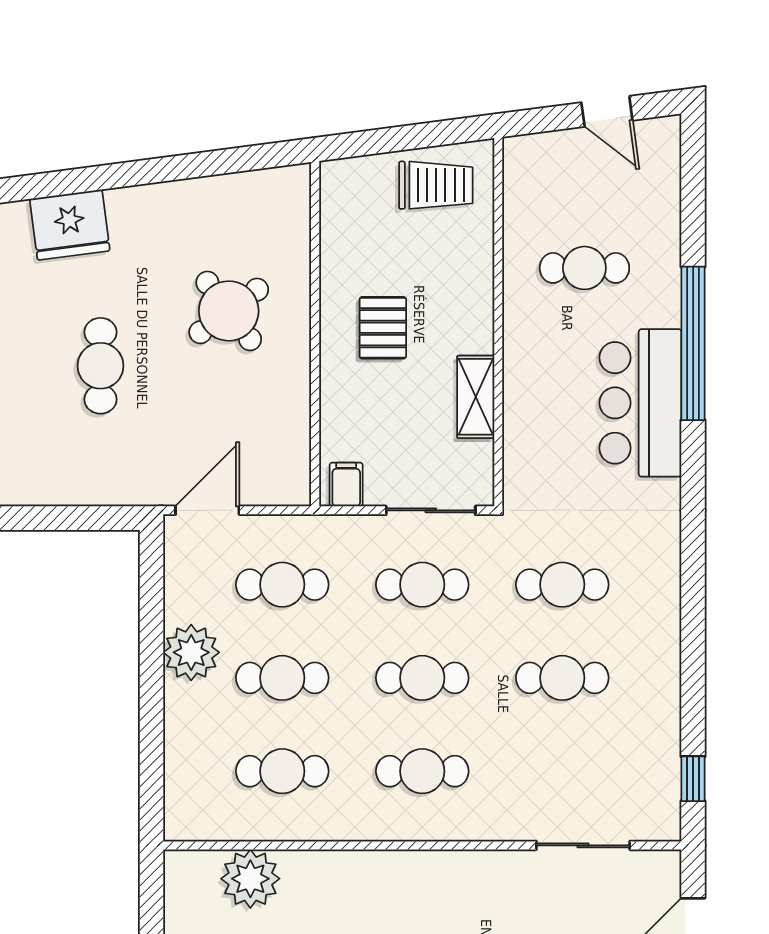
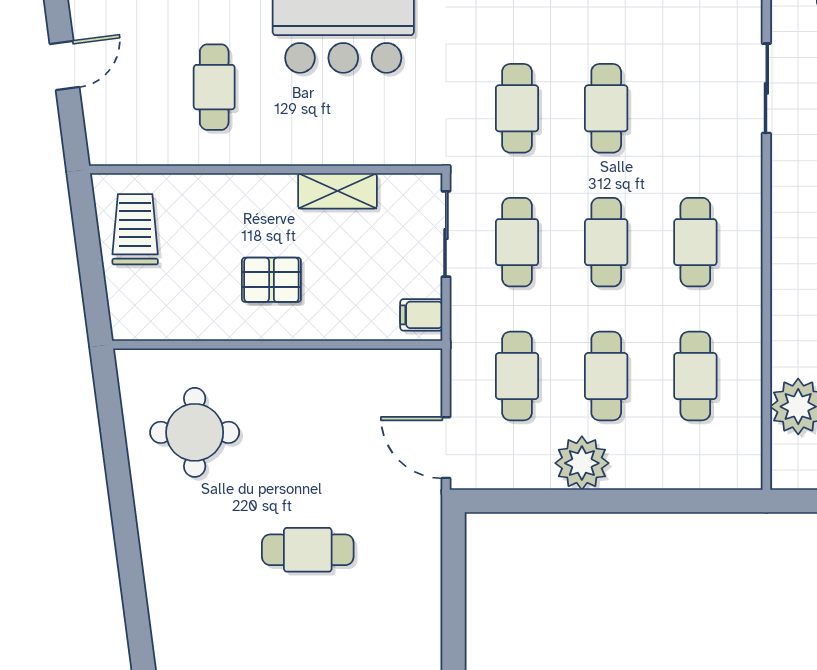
fridge: (70, 225) -> (173, 579), removed
round table: (229, 311) -> (195, 432), moved, turned 37

